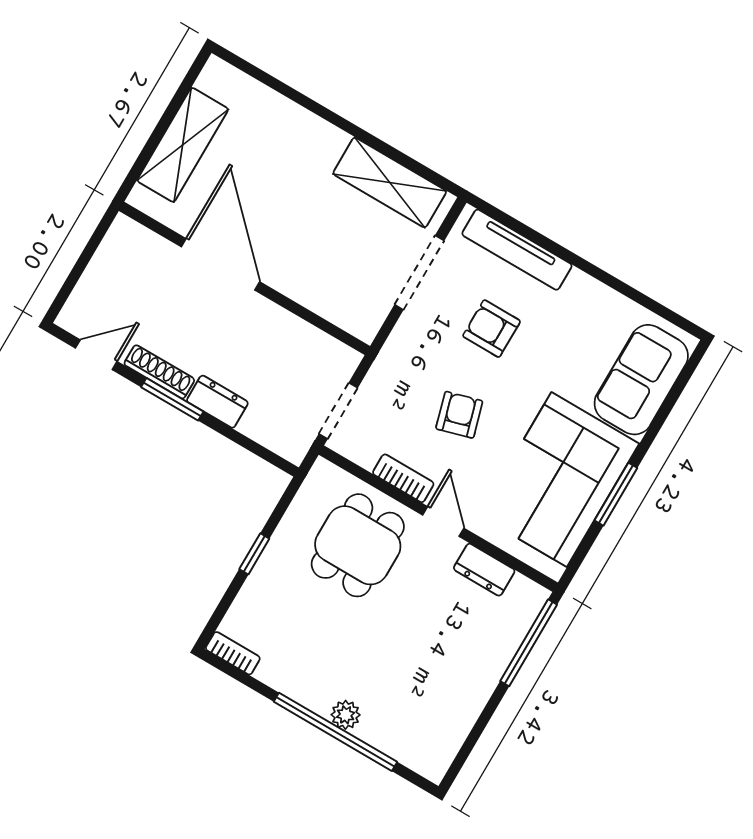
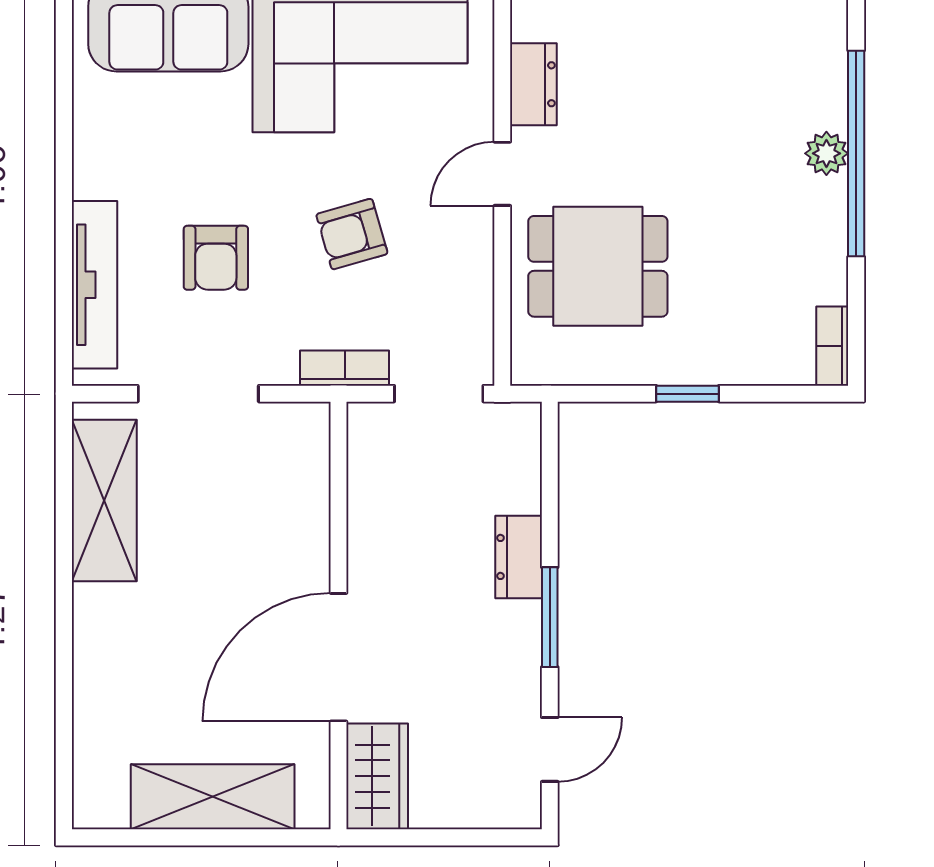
wardrobe: (139, 246) -> (377, 776), added
door: (96, 355) -> (550, 749), swing flipped
shoe rack: (159, 372) -> (524, 655), removed
bookcase: (403, 478) -> (345, 368), moved, turned 90

